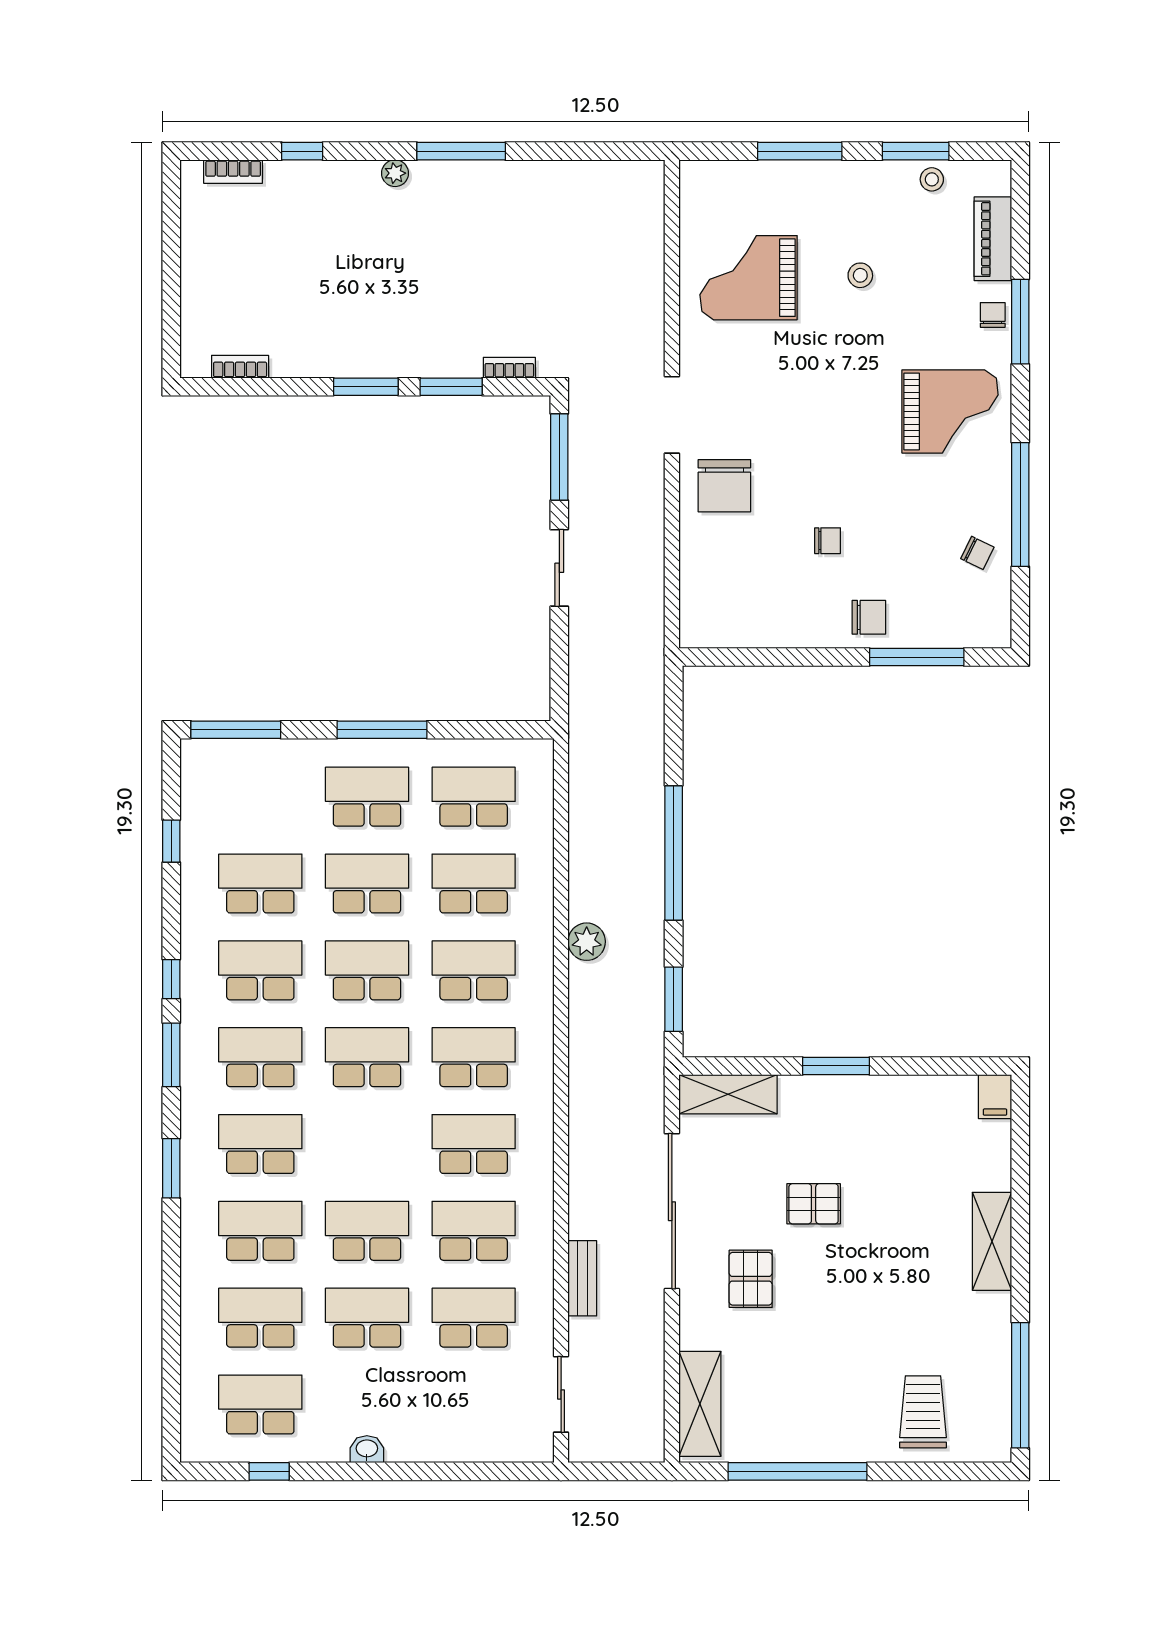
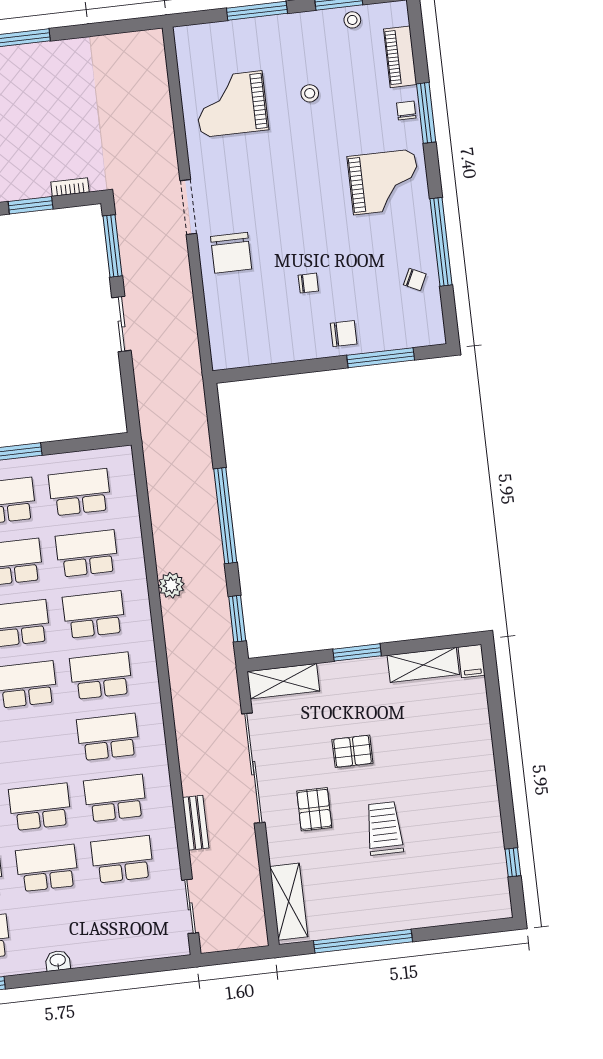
shelving: (992, 1241) -> (423, 665), moved, turned 90
window: (1020, 1385) -> (513, 862), width x0.32
trolley: (923, 1412) -> (384, 828), moved

